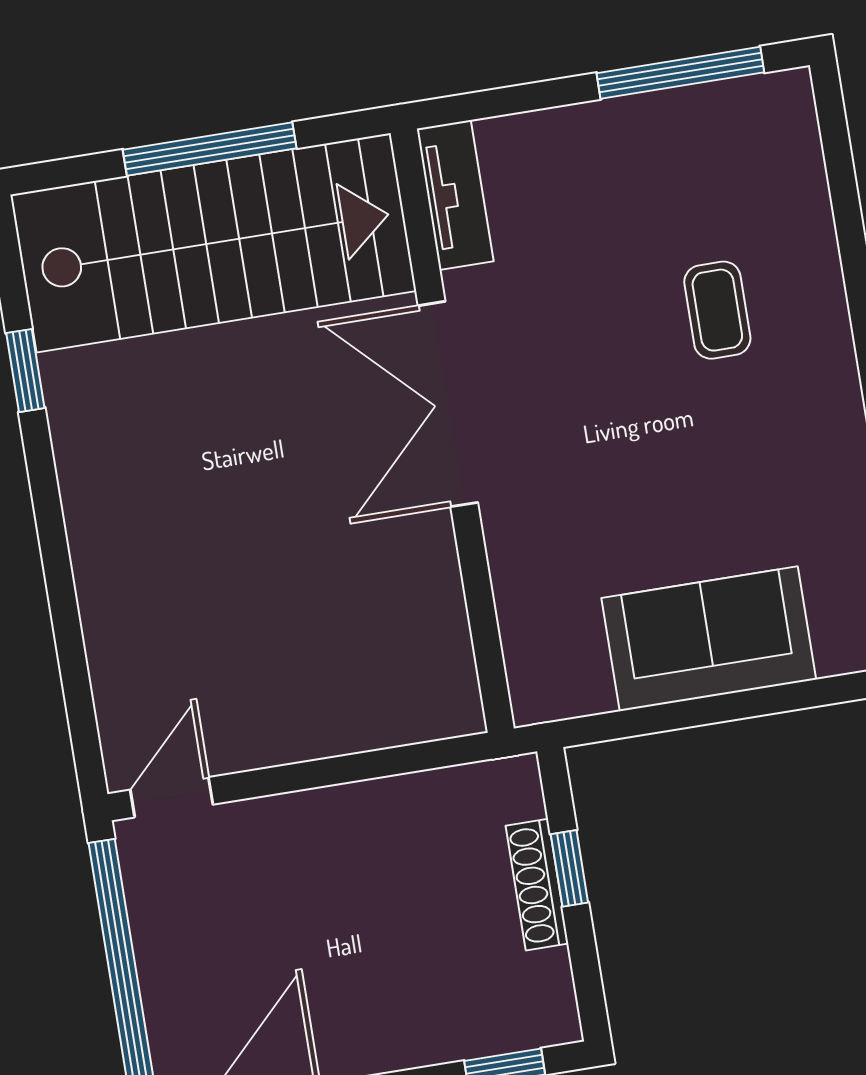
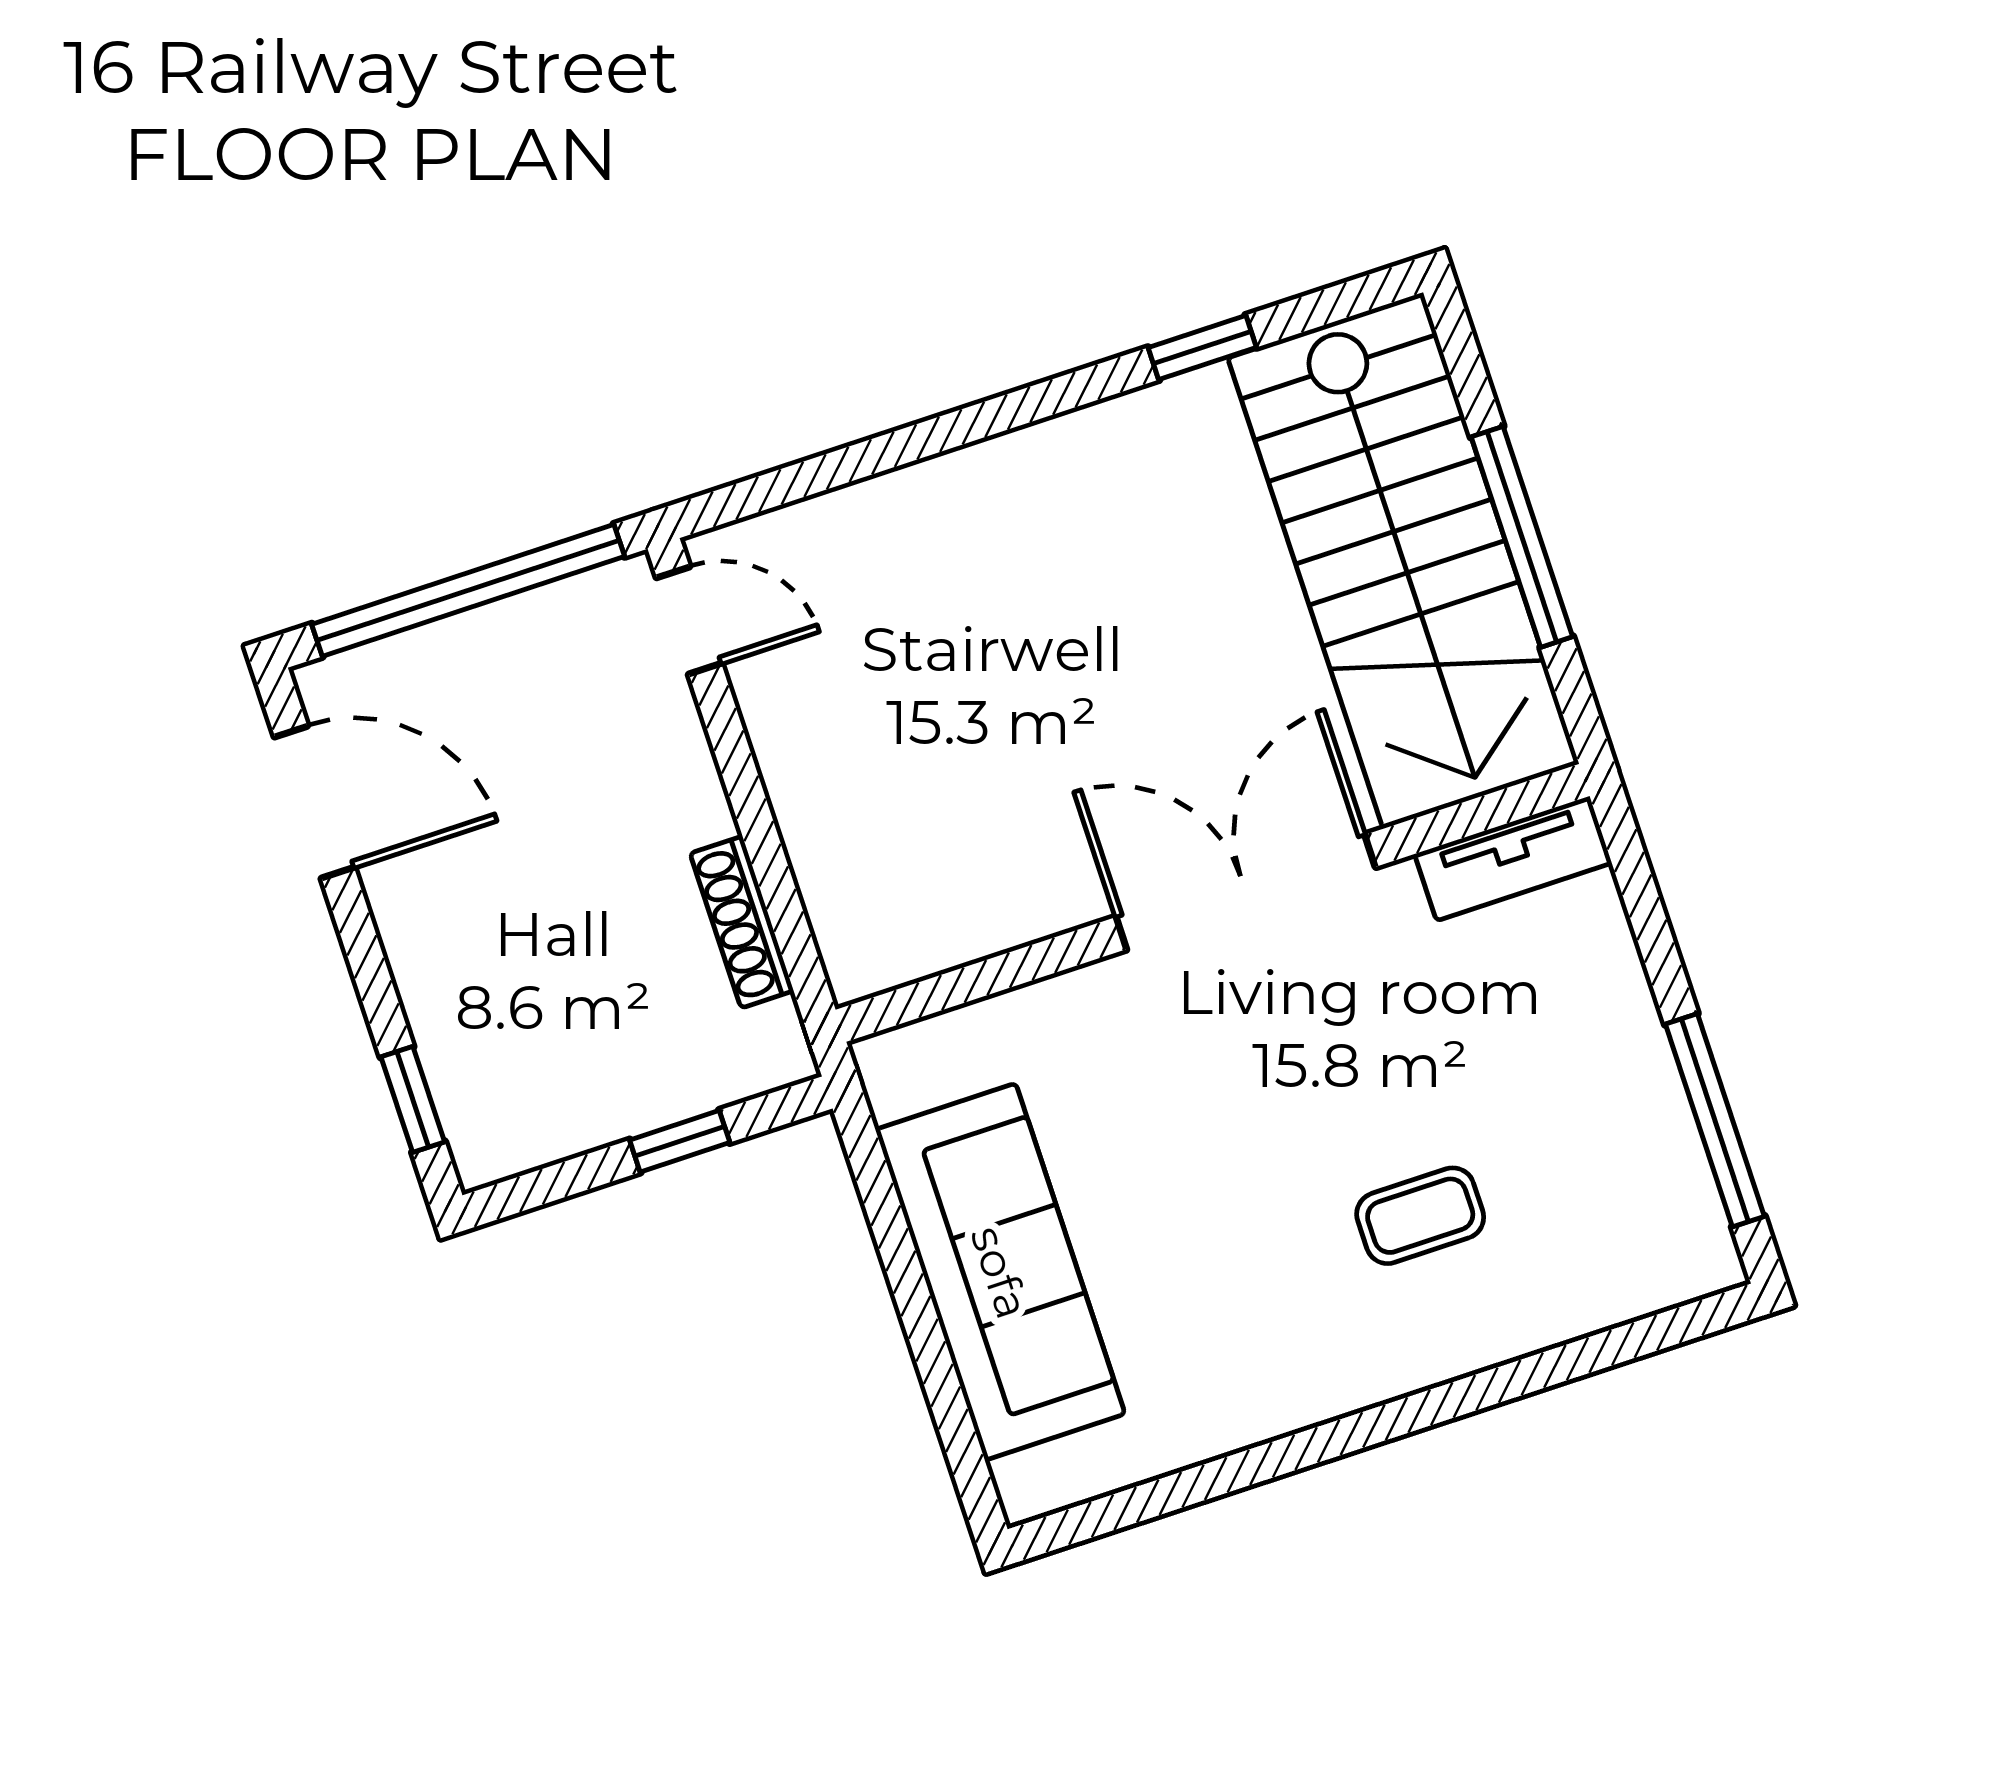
sofa: (709, 639) -> (1000, 1272), width x1.36
shoe rack: (537, 885) -> (742, 922), moved, turned -90

